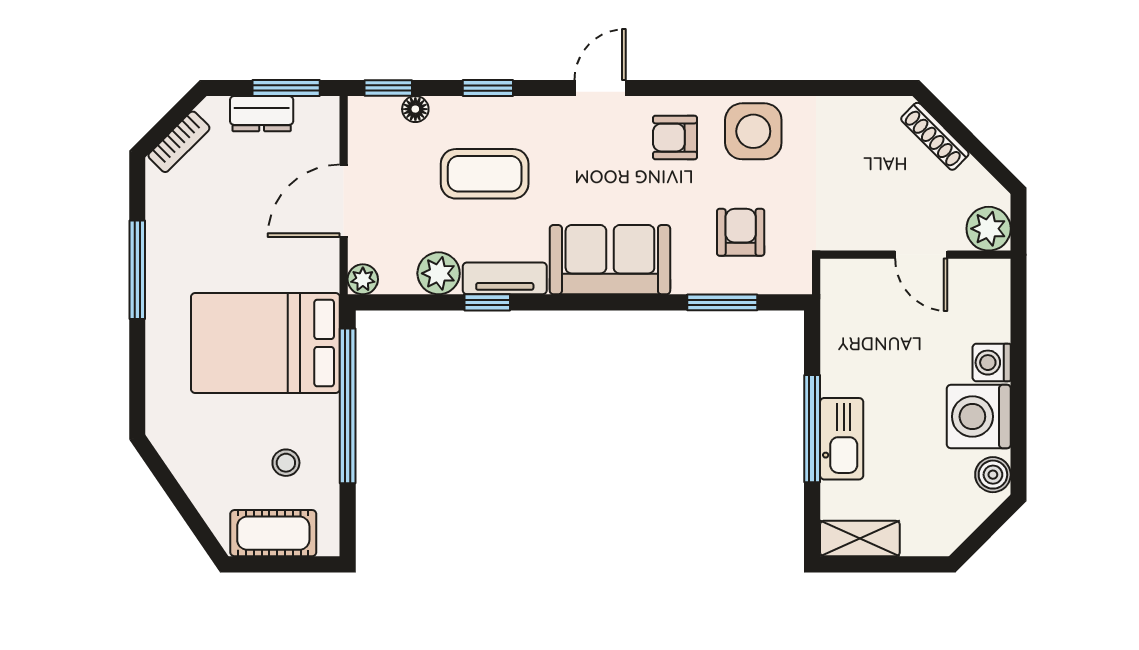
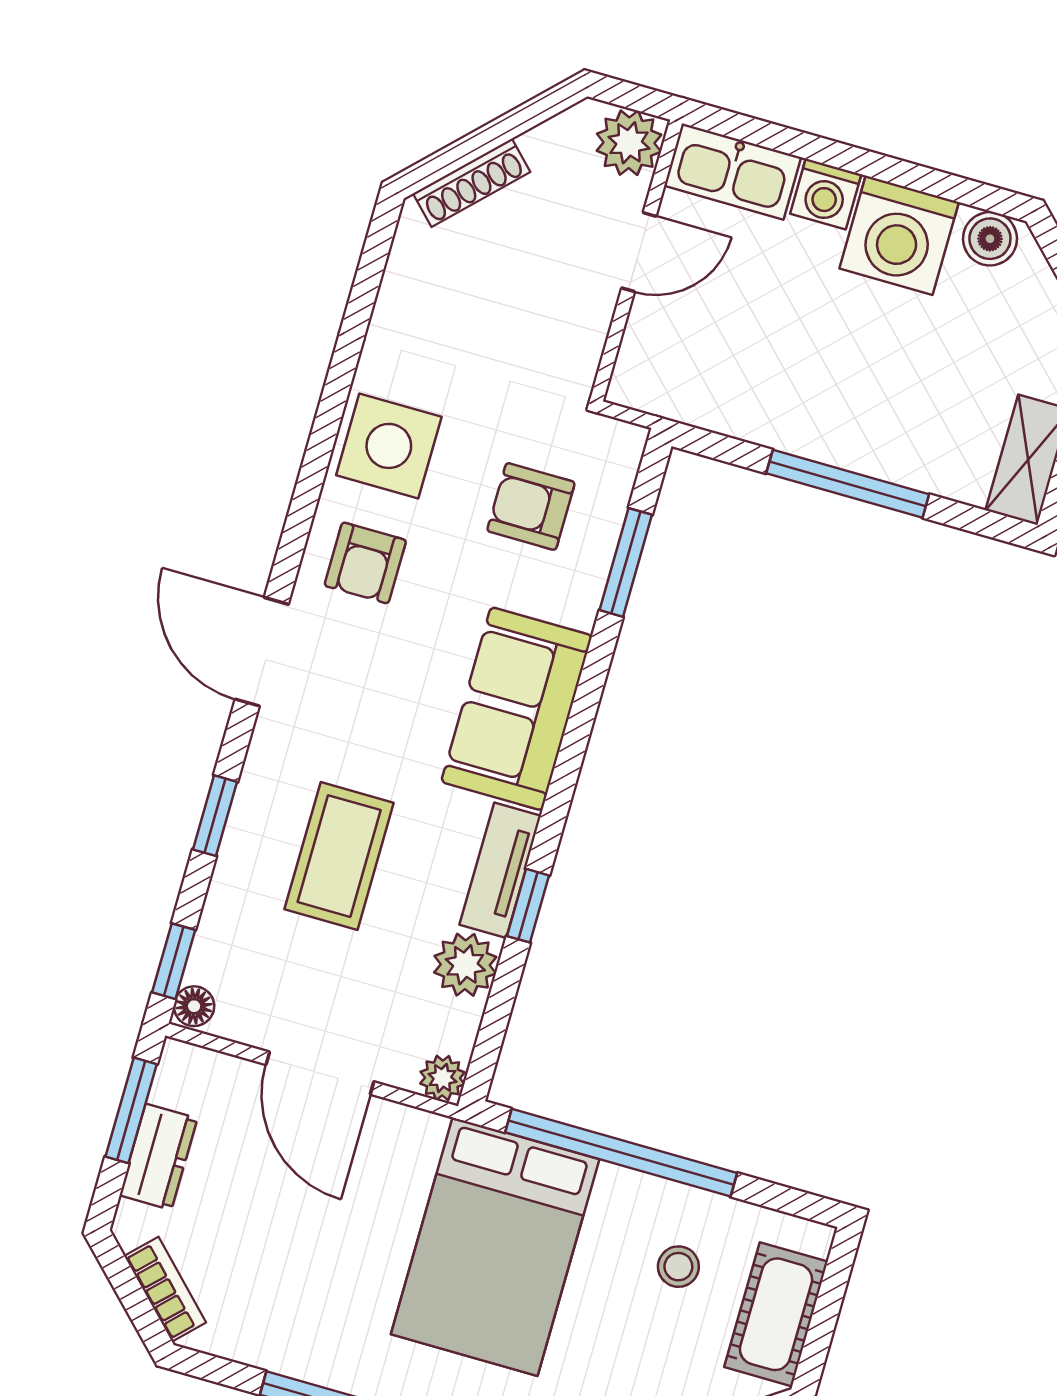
door: (600, 88) -> (262, 652), width x1.38
floor lamp: (415, 109) -> (194, 1006), moved
kitchen sink: (842, 439) -> (733, 172), moved, turned 180

